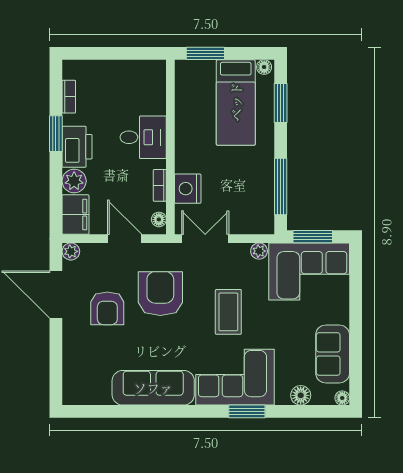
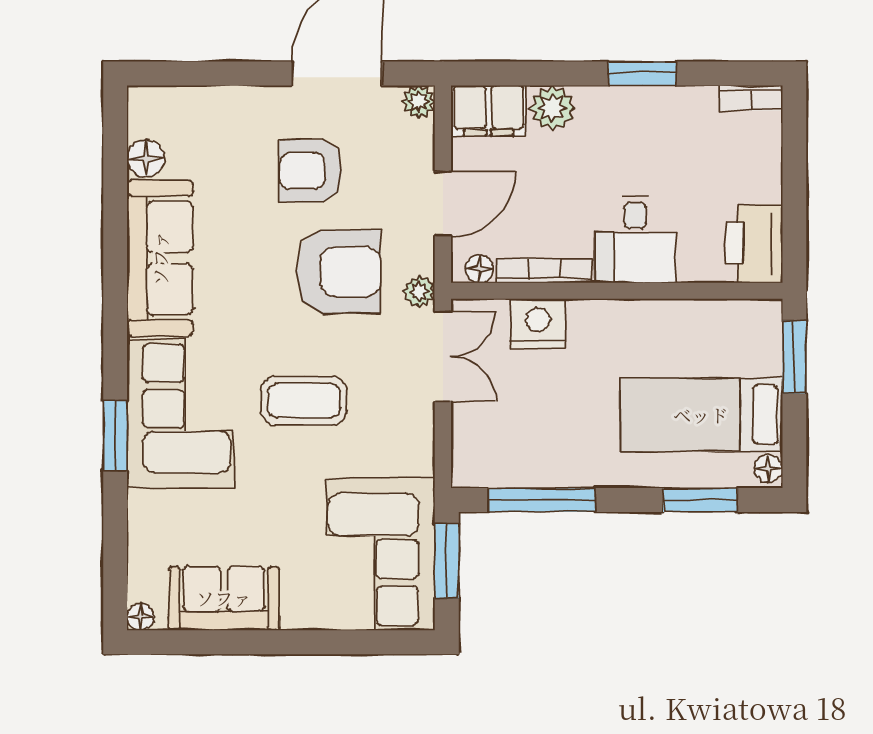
bookcase: (69, 97) -> (751, 98), moved
printer: (77, 147) -> (754, 244), moved, turned 90
bookcase: (160, 185) -> (544, 271), width x1.56
plant: (259, 251) -> (419, 292), moved
floor lamp: (301, 395) -> (146, 158), moved

